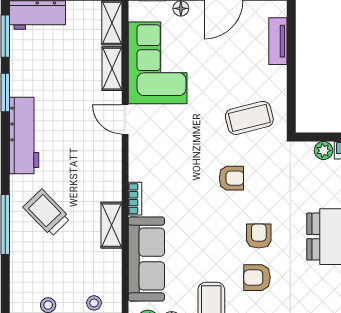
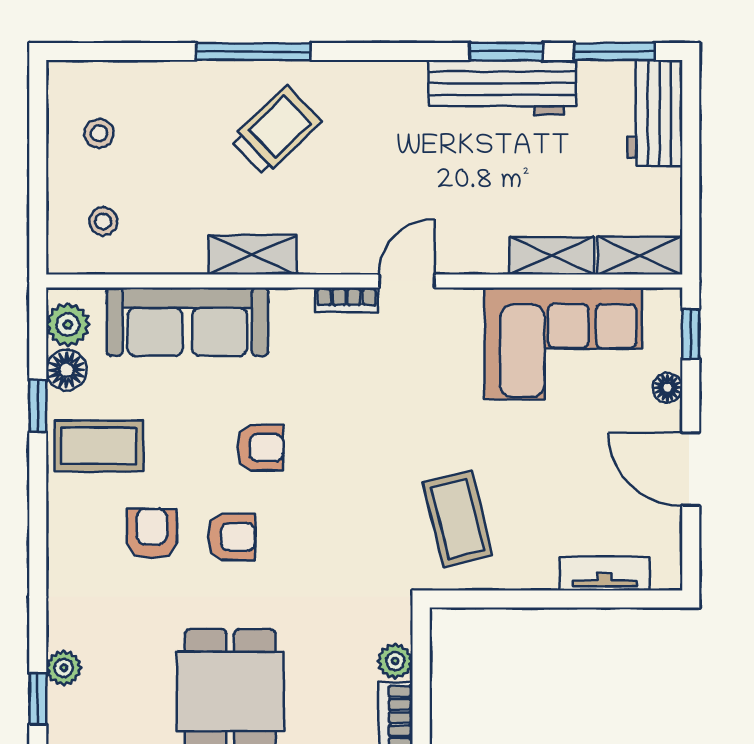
door: (125, 119) -> (407, 281), moved
workbench: (24, 136) -> (502, 87), moved
armchair: (231, 178) -> (260, 448), moved, turned -90
bookcase: (135, 199) -> (347, 300), moved

